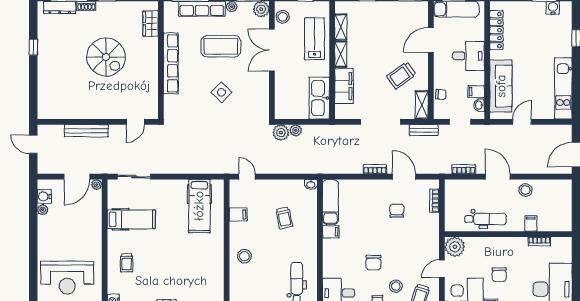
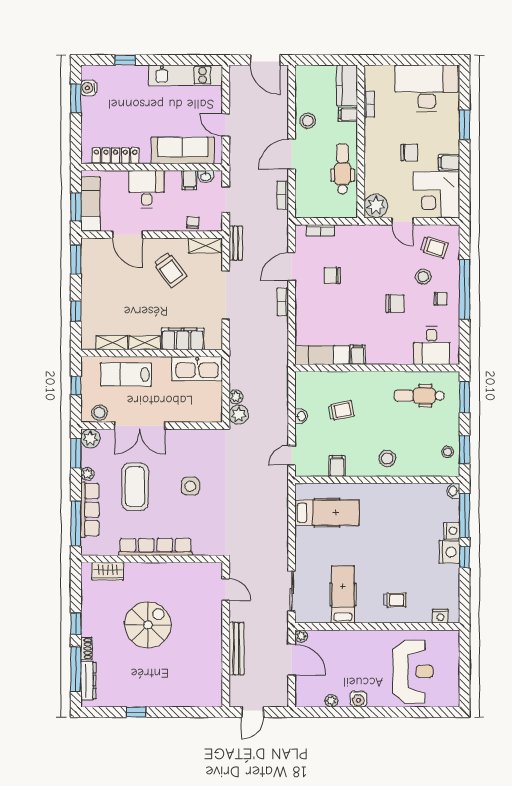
side table: (221, 92) -> (190, 486), turned 45
washbasin: (311, 184) -> (301, 416), moved
water cooler: (44, 196) -> (358, 699), moved
kitchen counter: (555, 223) -> (347, 85), added

